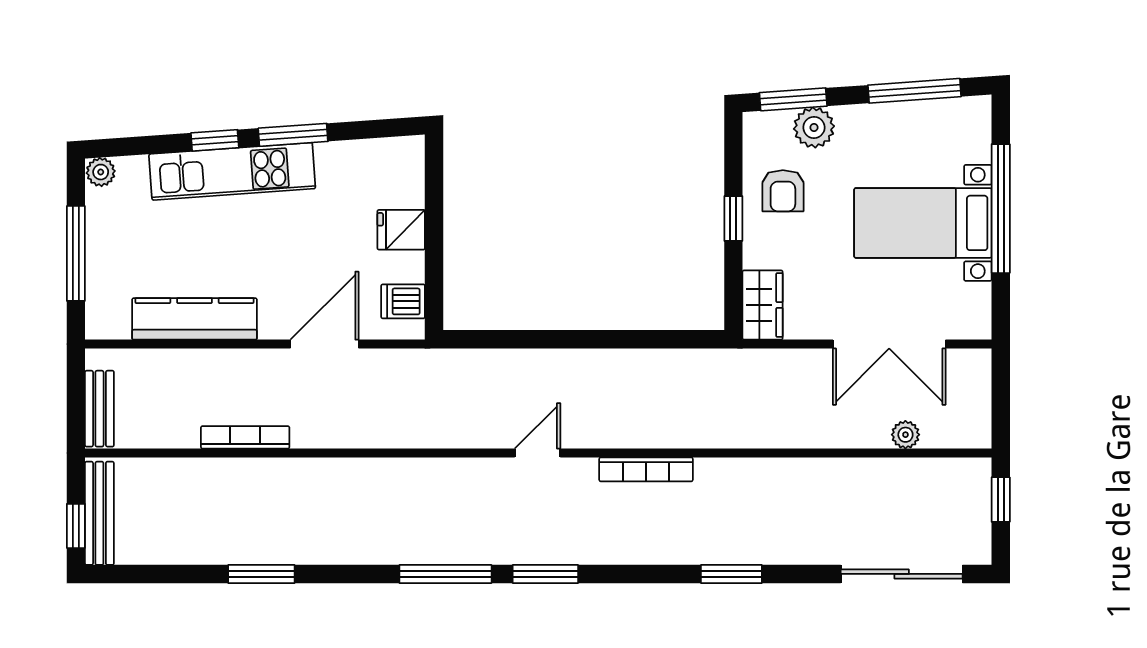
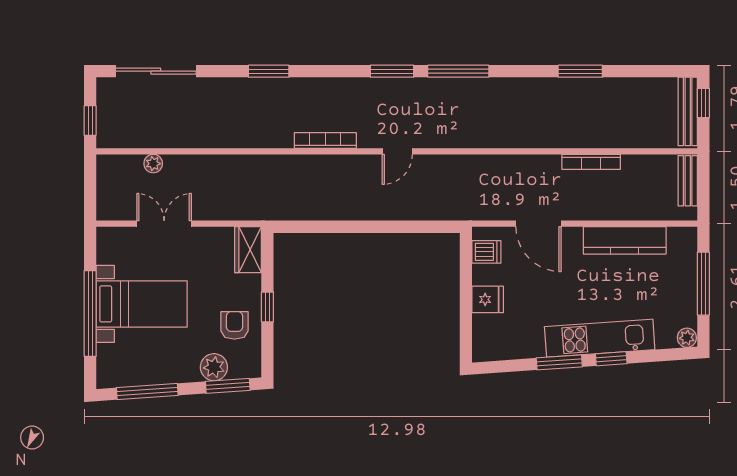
door: (324, 344) -> (538, 224), hinge flipped
double door: (889, 344) -> (164, 224), width x0.73

